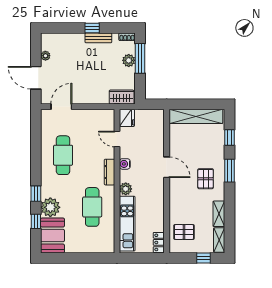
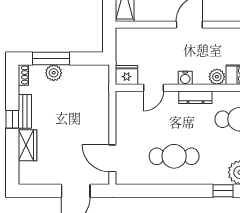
plant: (45, 56) -> (48, 179), removed
wardrobe: (122, 97) -> (28, 145), moved, turned 180

